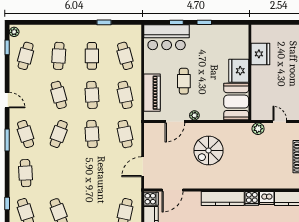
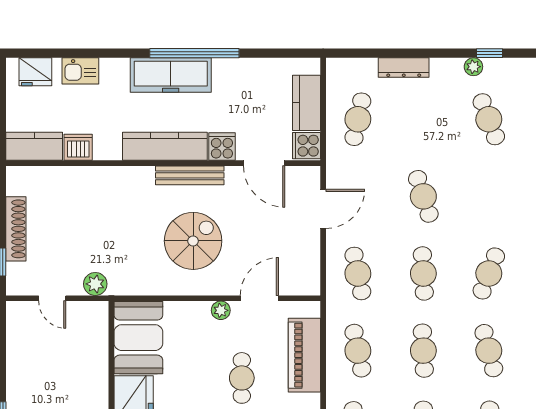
cafe table: (92, 173) -> (423, 196), added
bench: (210, 184) -> (190, 175), added
door: (173, 190) -> (264, 163), swing flipped
cooker: (252, 198) -> (222, 147), moved

